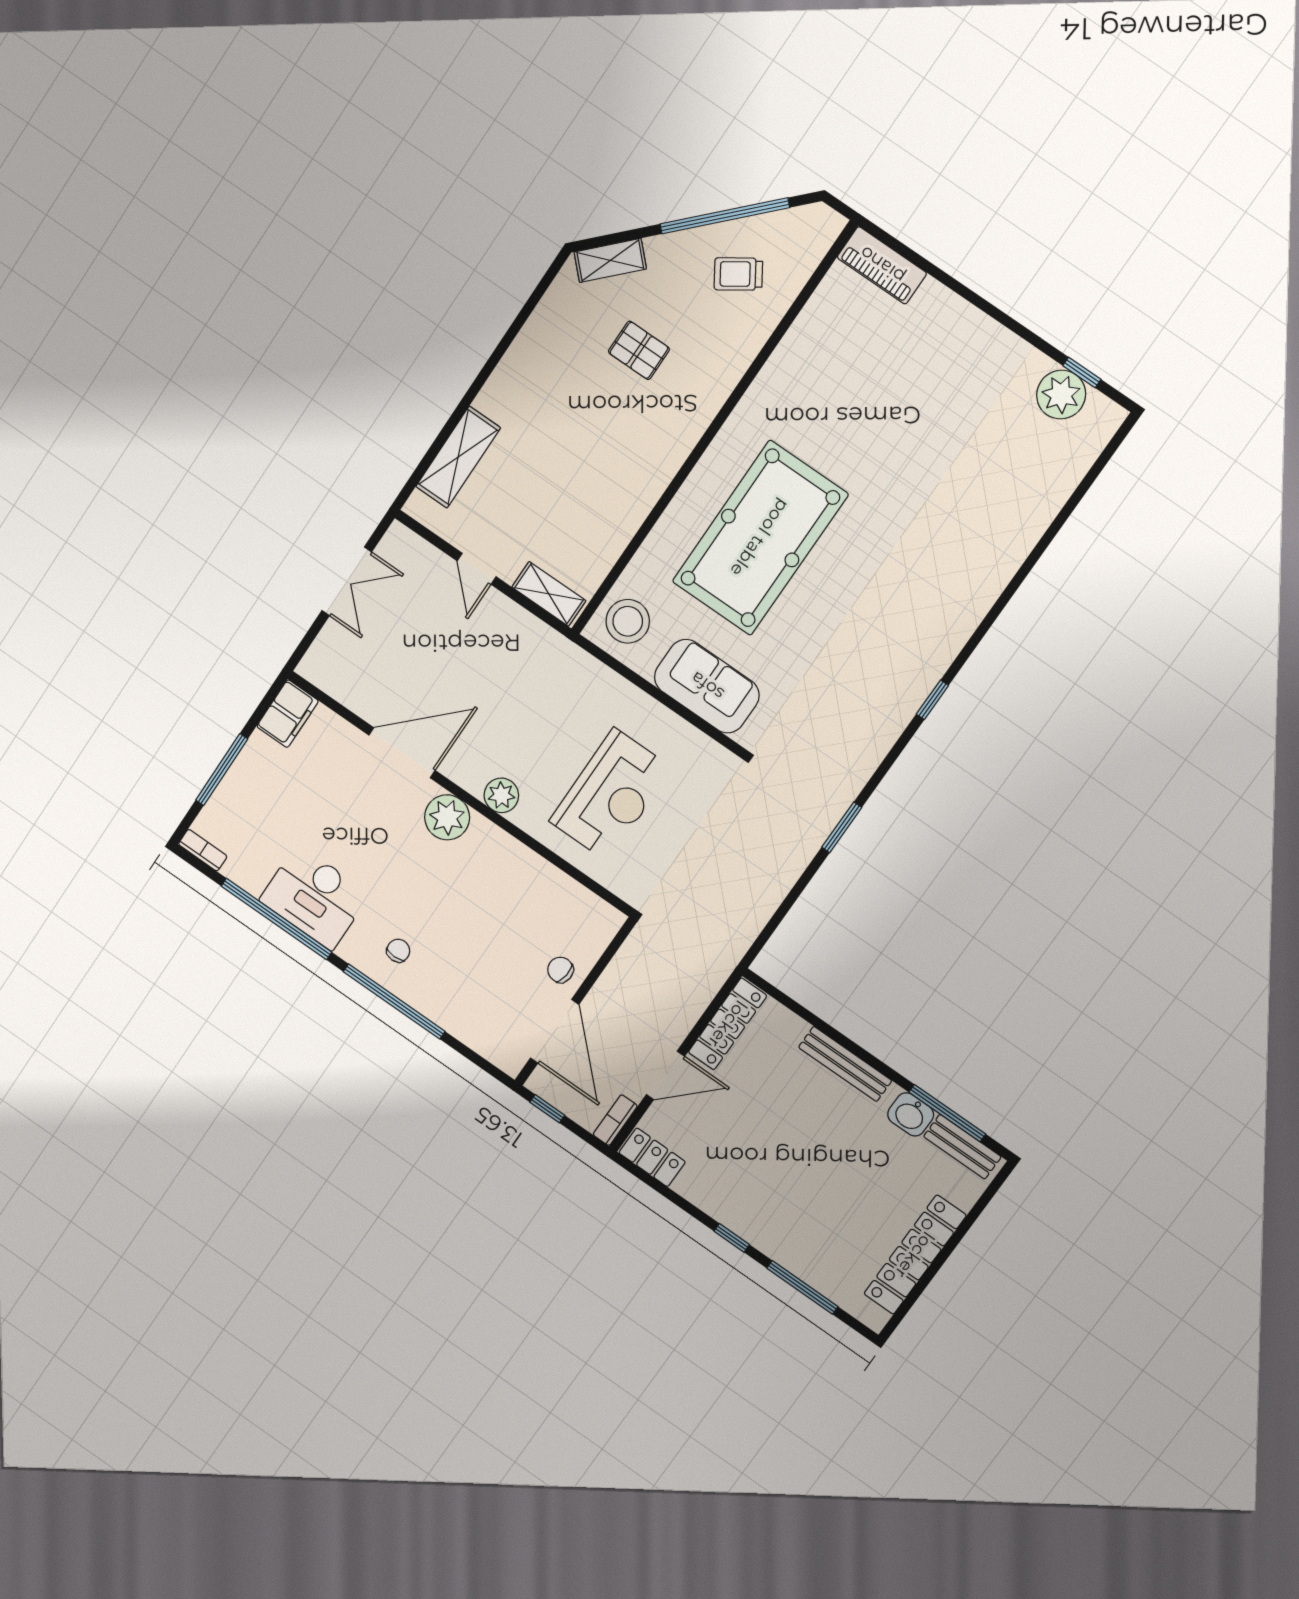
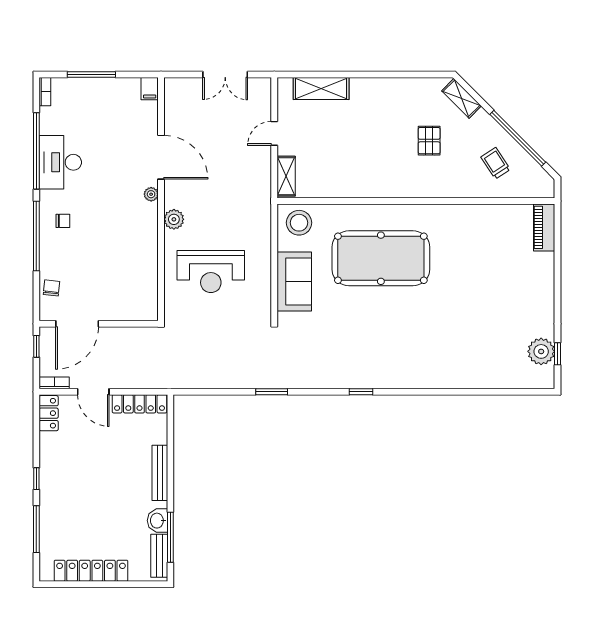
filing cabinet: (288, 714) -> (150, 89), width x0.50
plant: (447, 817) -> (151, 194), width x0.53, depth x0.53
chair: (560, 970) -> (51, 288), moved

